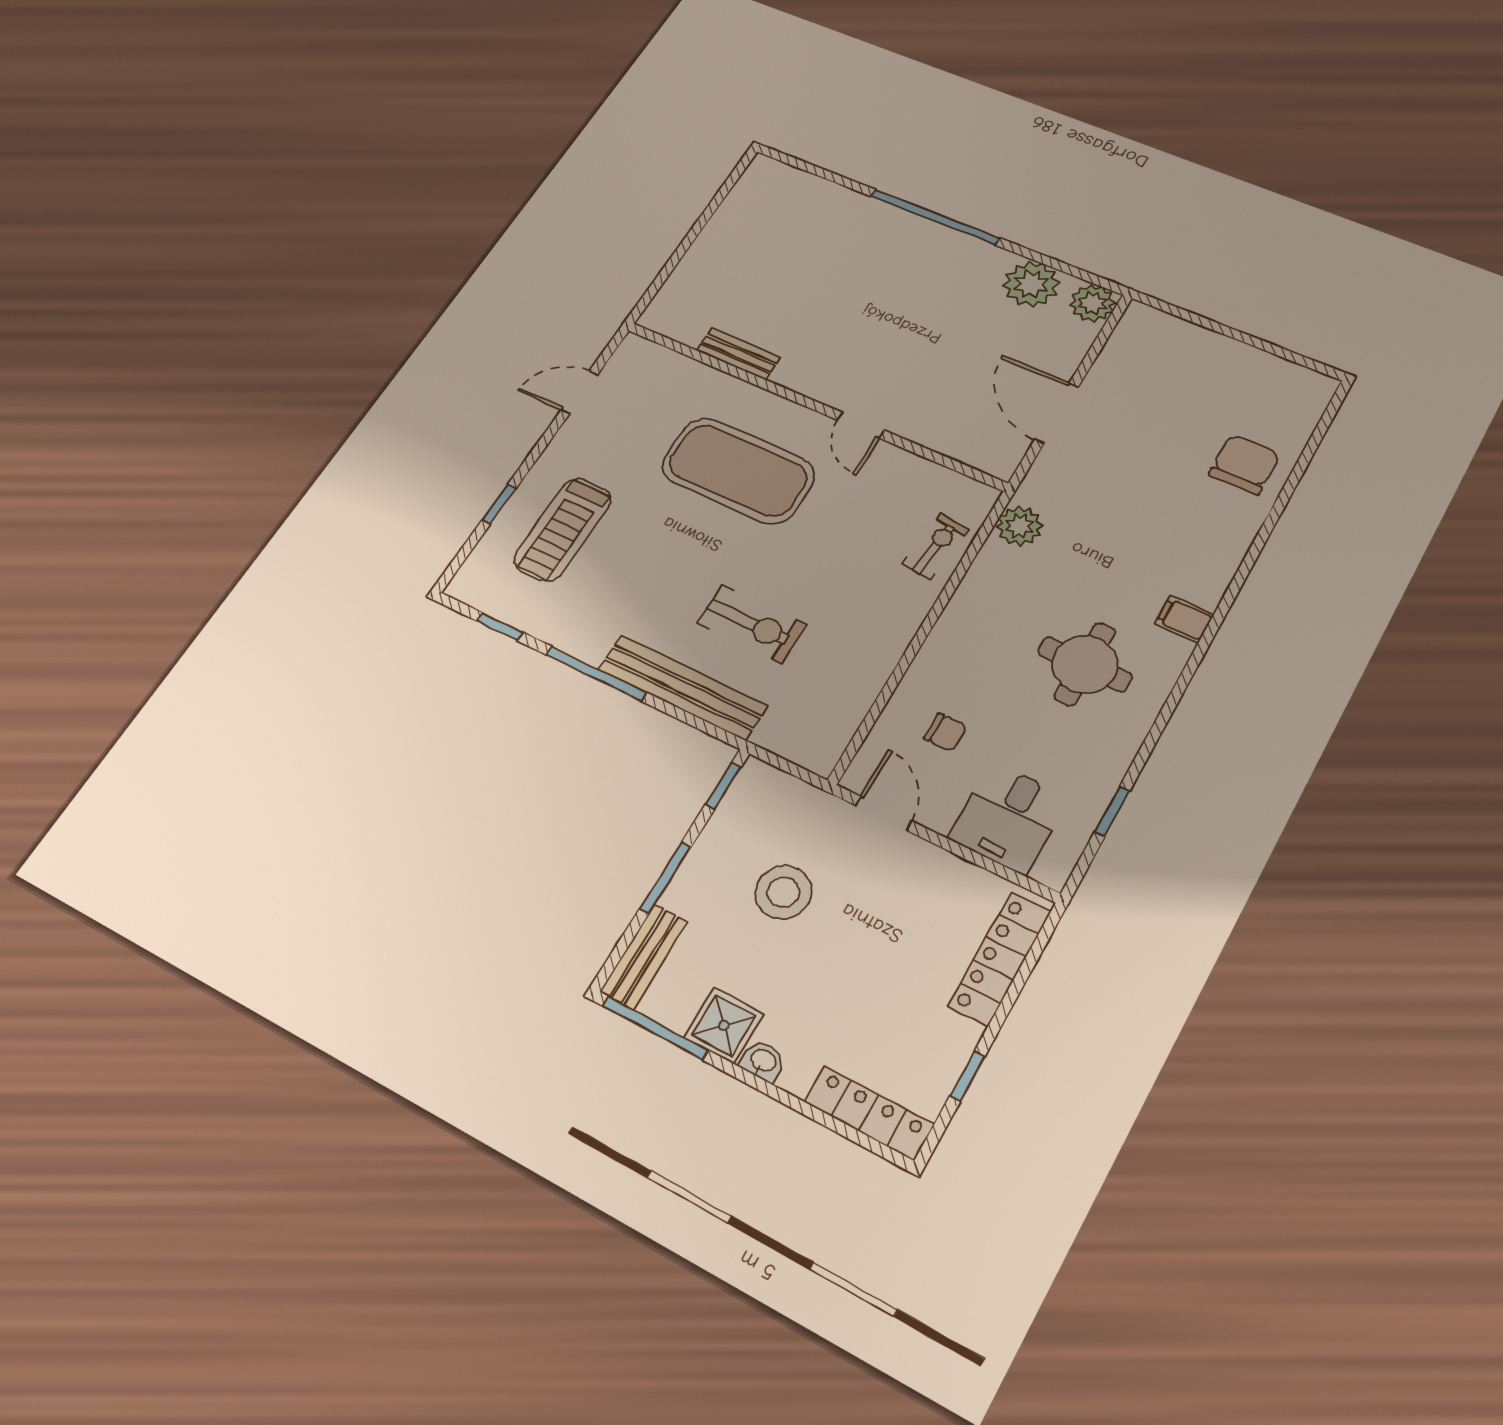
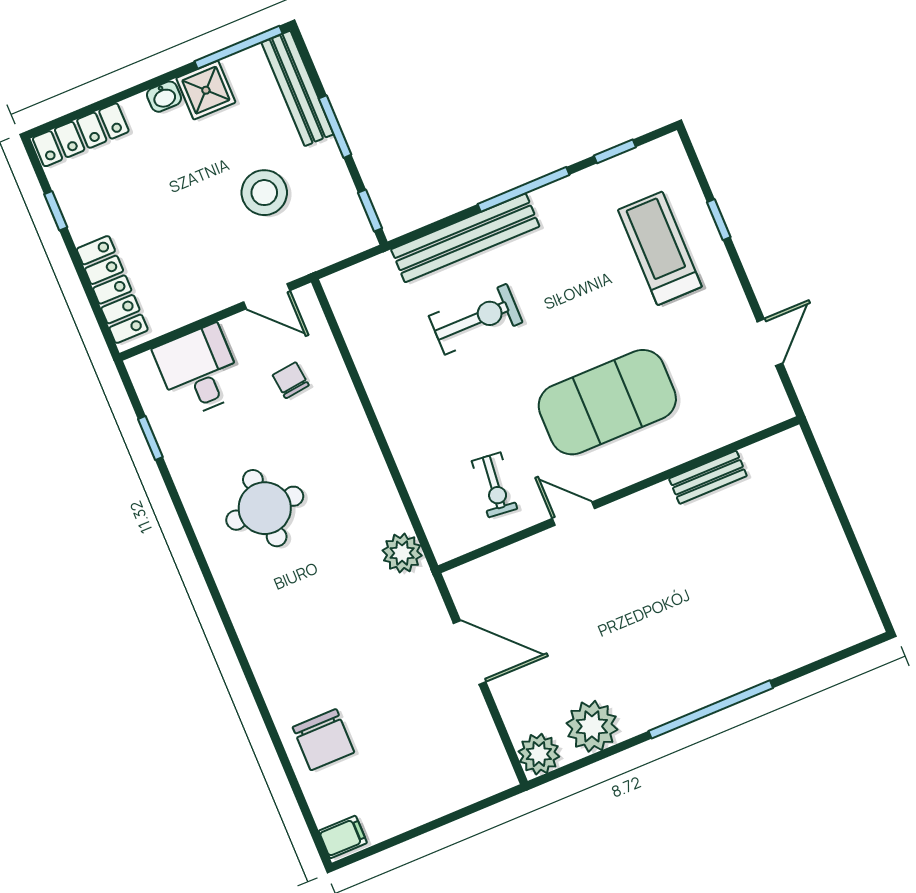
exercise bike: (936, 547) -> (495, 485), moved
filing cabinet: (1184, 619) -> (343, 837), moved
exercise bike: (752, 624) -> (476, 319), turned 180
chair: (945, 732) -> (291, 380), turned 83
bench: (644, 957) -> (297, 88), width x1.36

